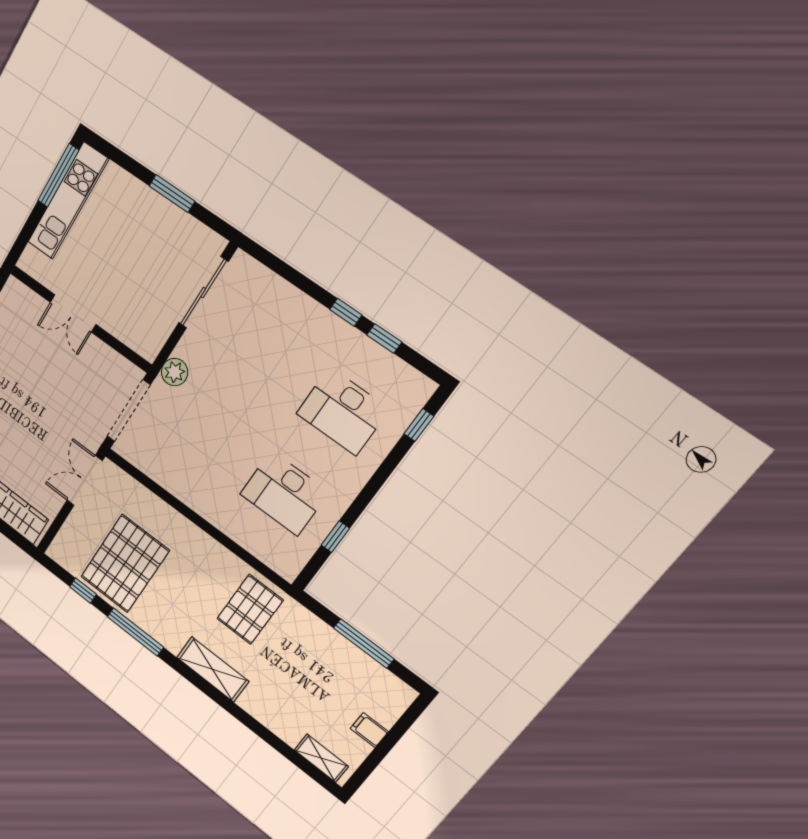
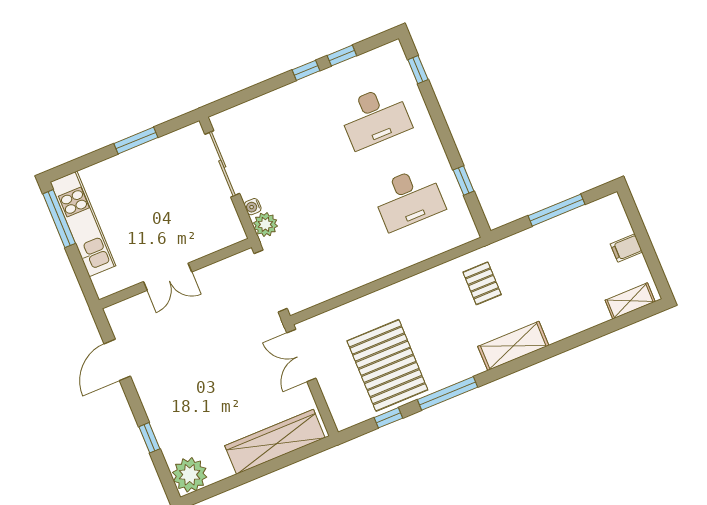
water cooler: (183, 349) -> (253, 207), added
pallet: (250, 609) -> (482, 283), width x0.67, depth x0.71

